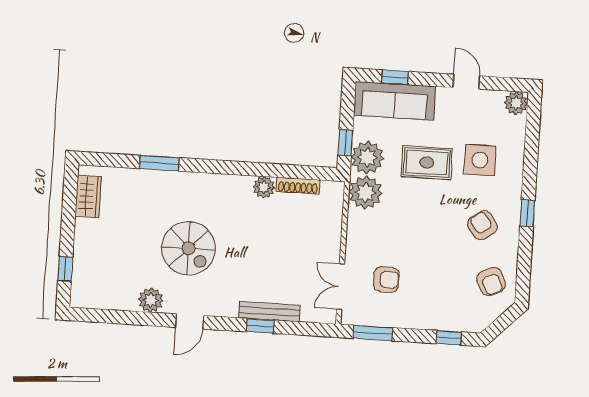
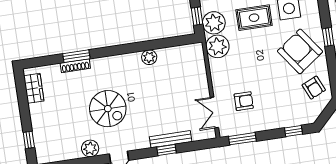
shoe rack: (298, 186) -> (75, 66), moved
armchair: (483, 225) -> (300, 51), width x1.88, depth x1.88

